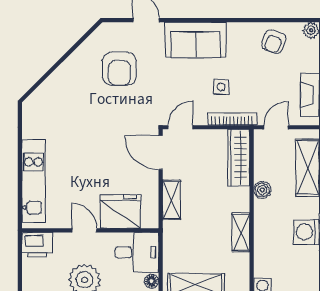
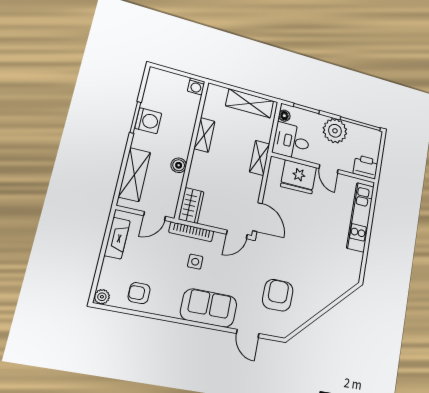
armchair: (274, 42) -> (139, 293), turned -109
wardrobe: (239, 158) -> (191, 205), width x0.67
shelving: (171, 200) -> (260, 158), moved

